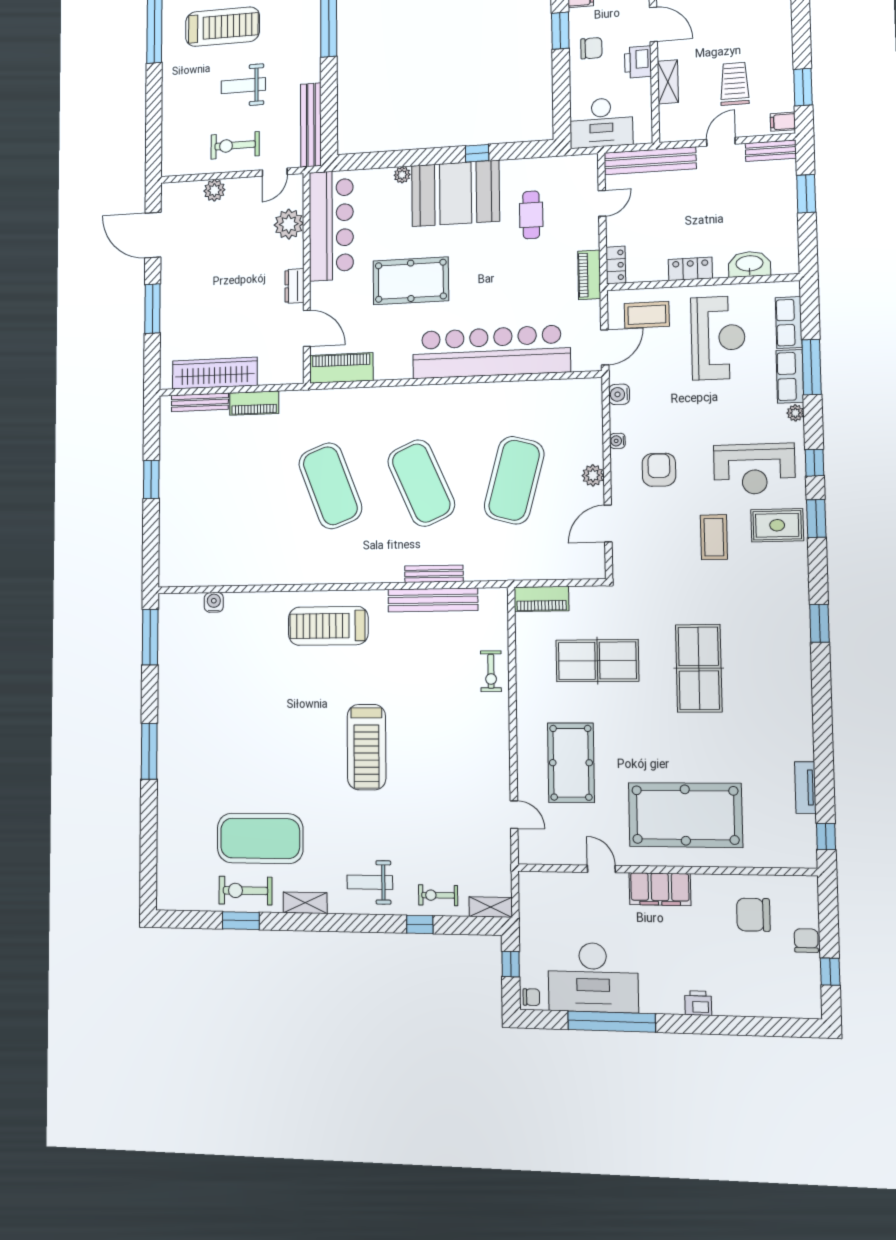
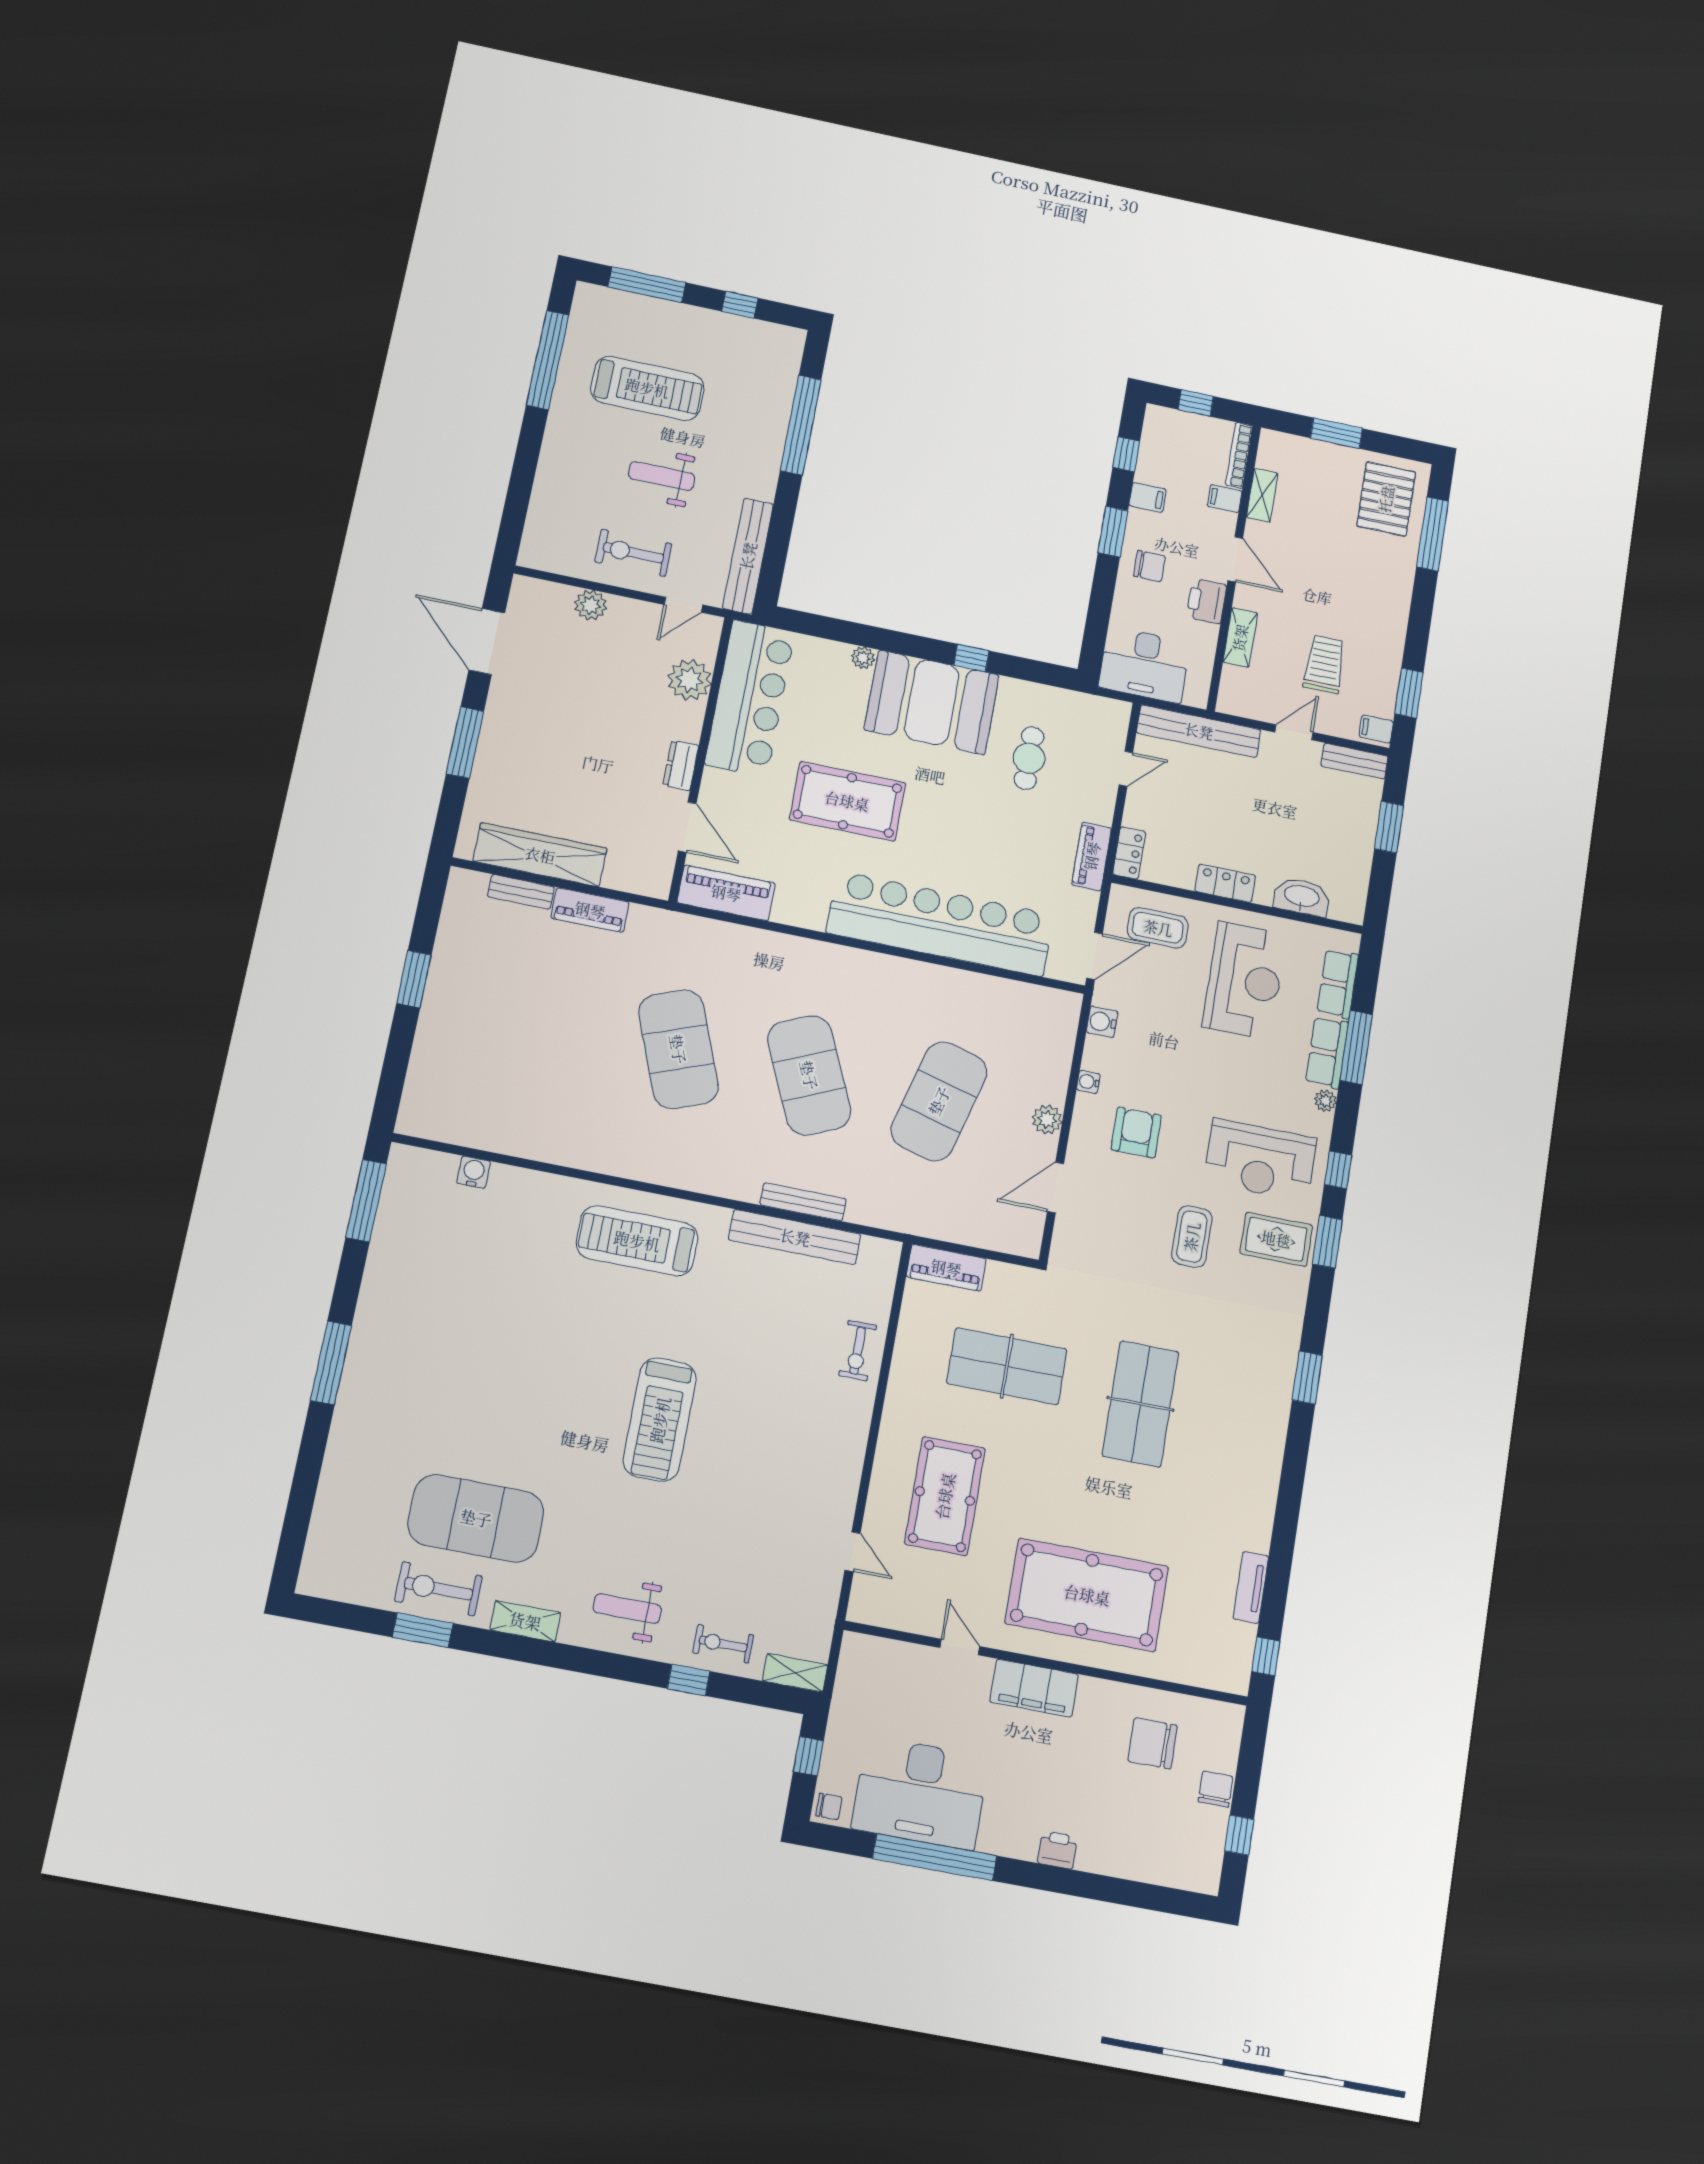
bench: (200, 402) -> (521, 892), width x0.73

